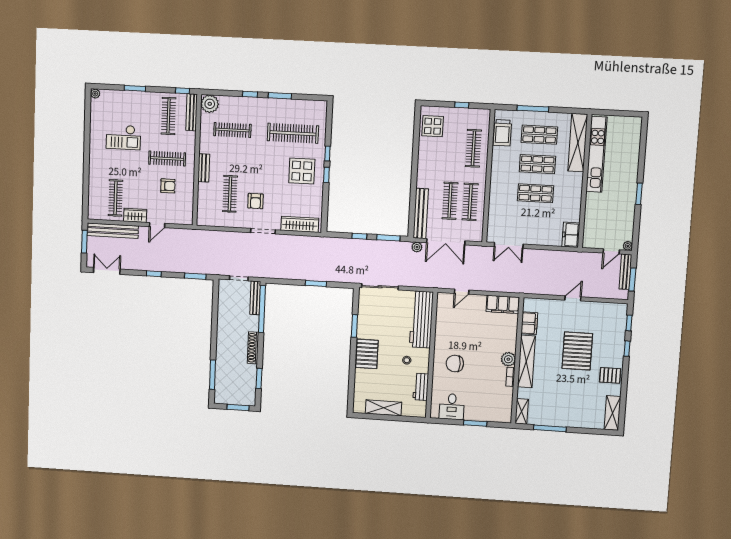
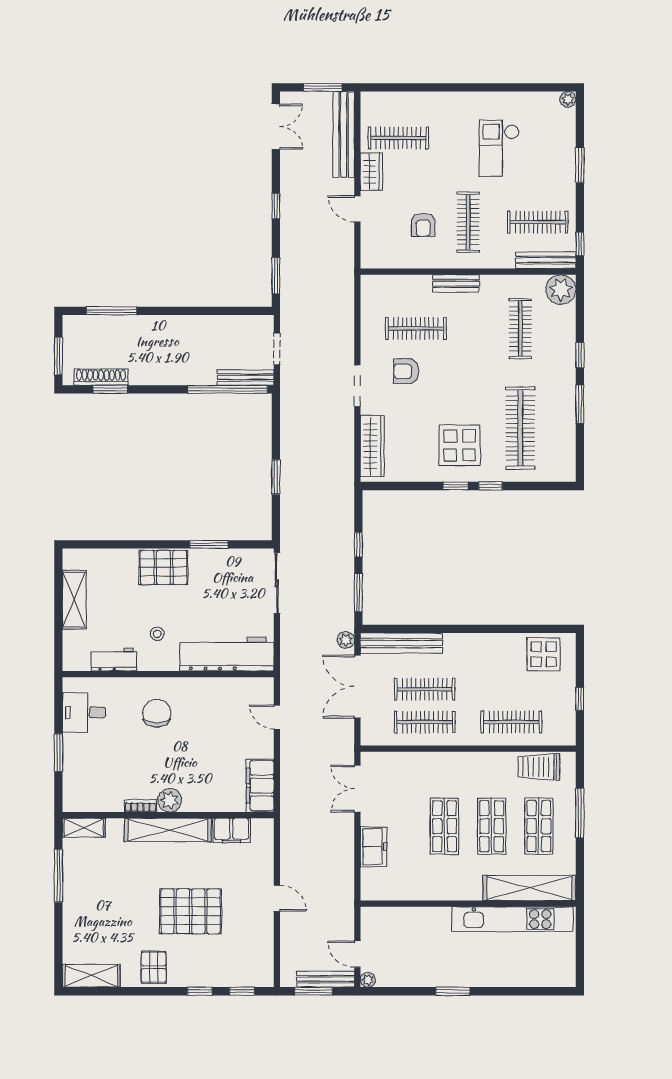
freezer: (571, 235) -> (373, 847), moved, turned 90
shoe rack: (253, 348) -> (101, 377), moved

